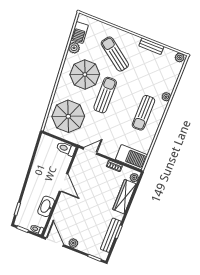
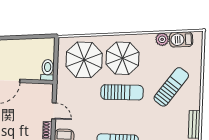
parasol: (85, 74) -> (123, 58), moved
door: (90, 151) -> (54, 111), moved

